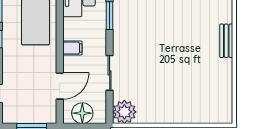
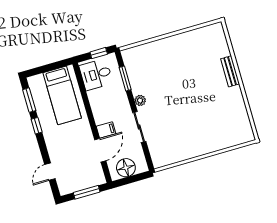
filing cabinet: (72, 48) -> (106, 130), moved
plant: (124, 112) -> (140, 100), moved, width x0.53, depth x0.53

